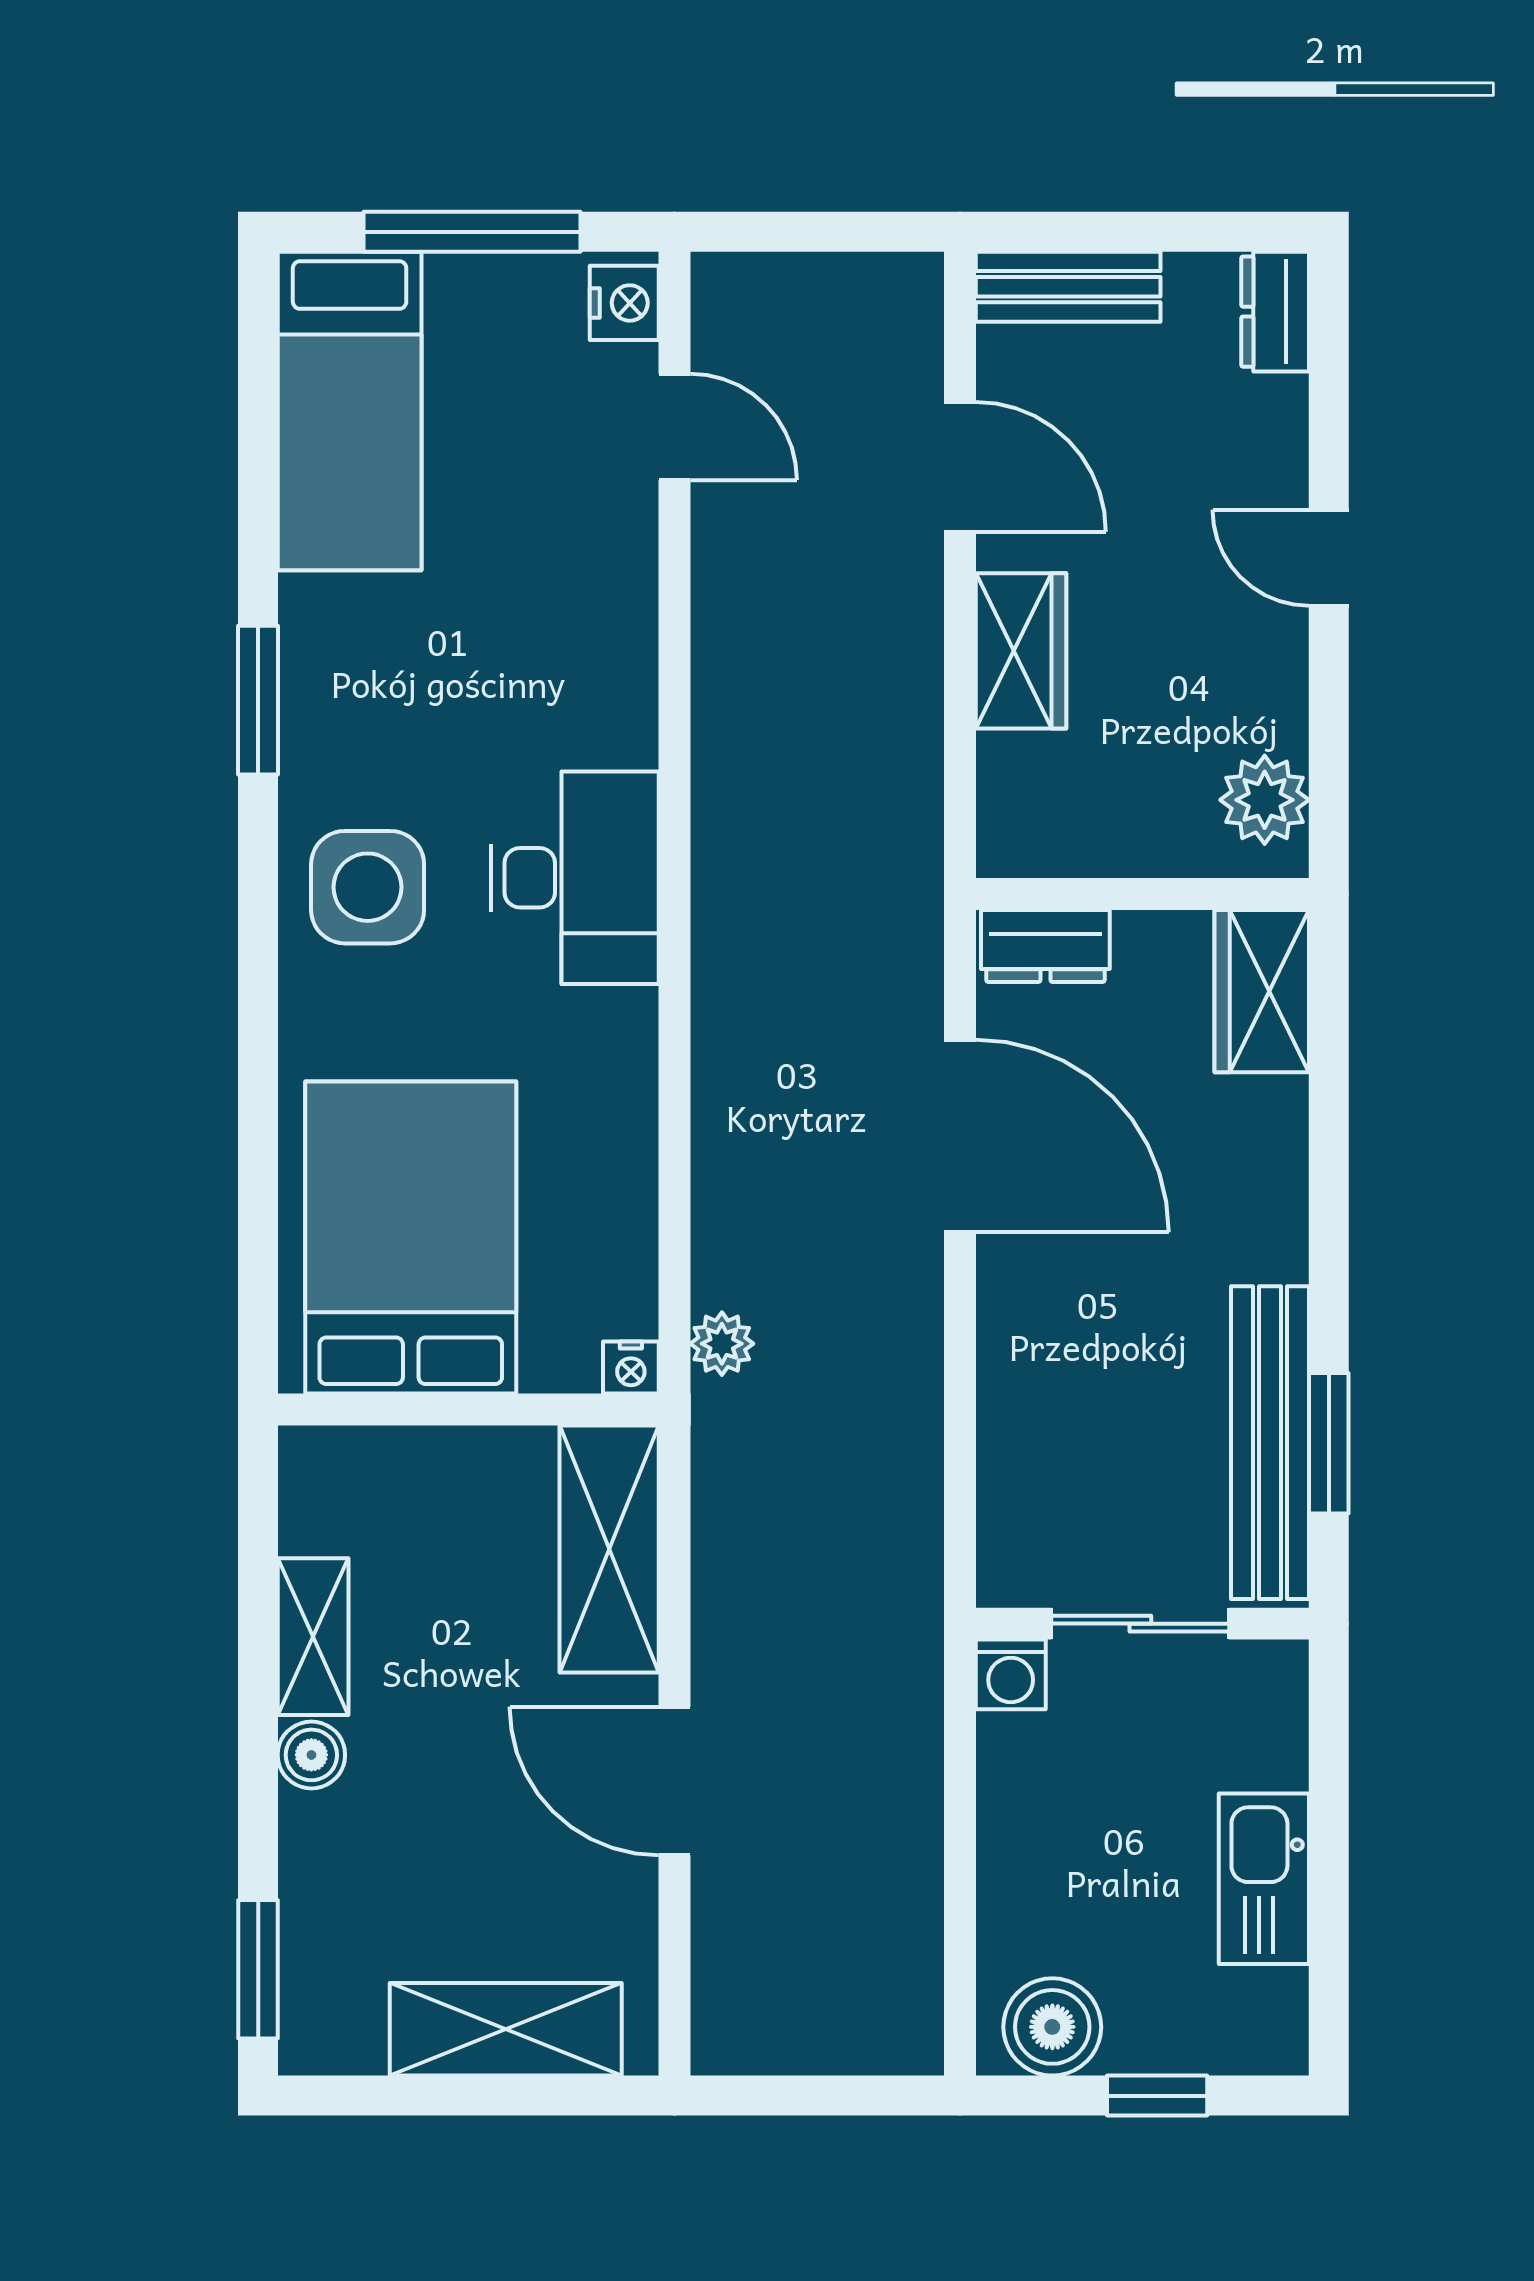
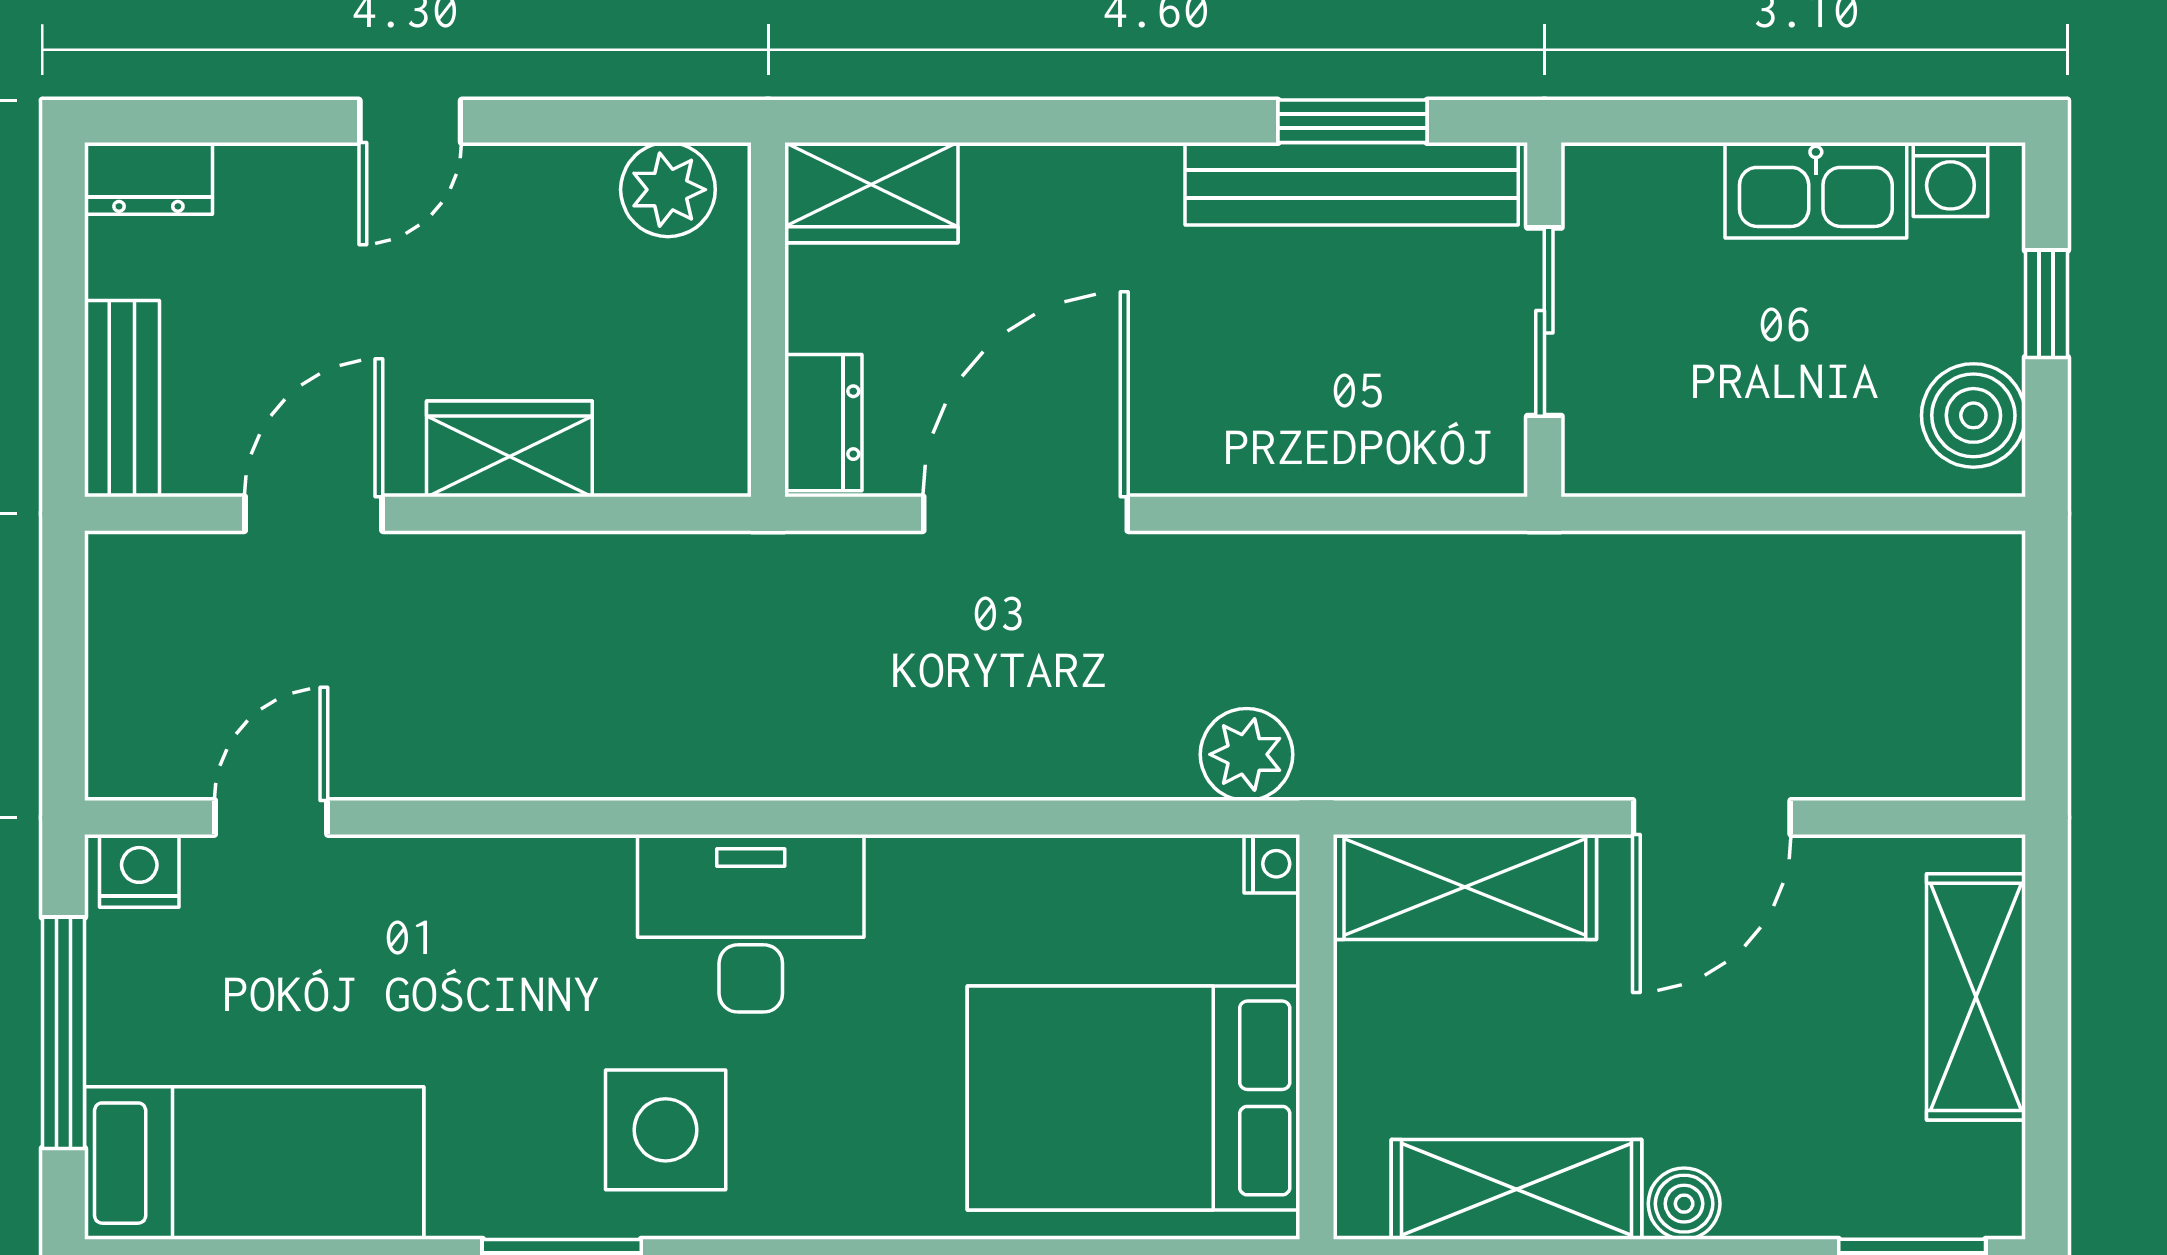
side table: (368, 887) -> (666, 1130), moved
plant: (722, 1344) -> (1247, 754), width x1.38, depth x1.38
shelving: (313, 1637) -> (1516, 1189), width x1.50, depth x1.33
washing machine: (1011, 1674) -> (1950, 180), moved, turned 90

